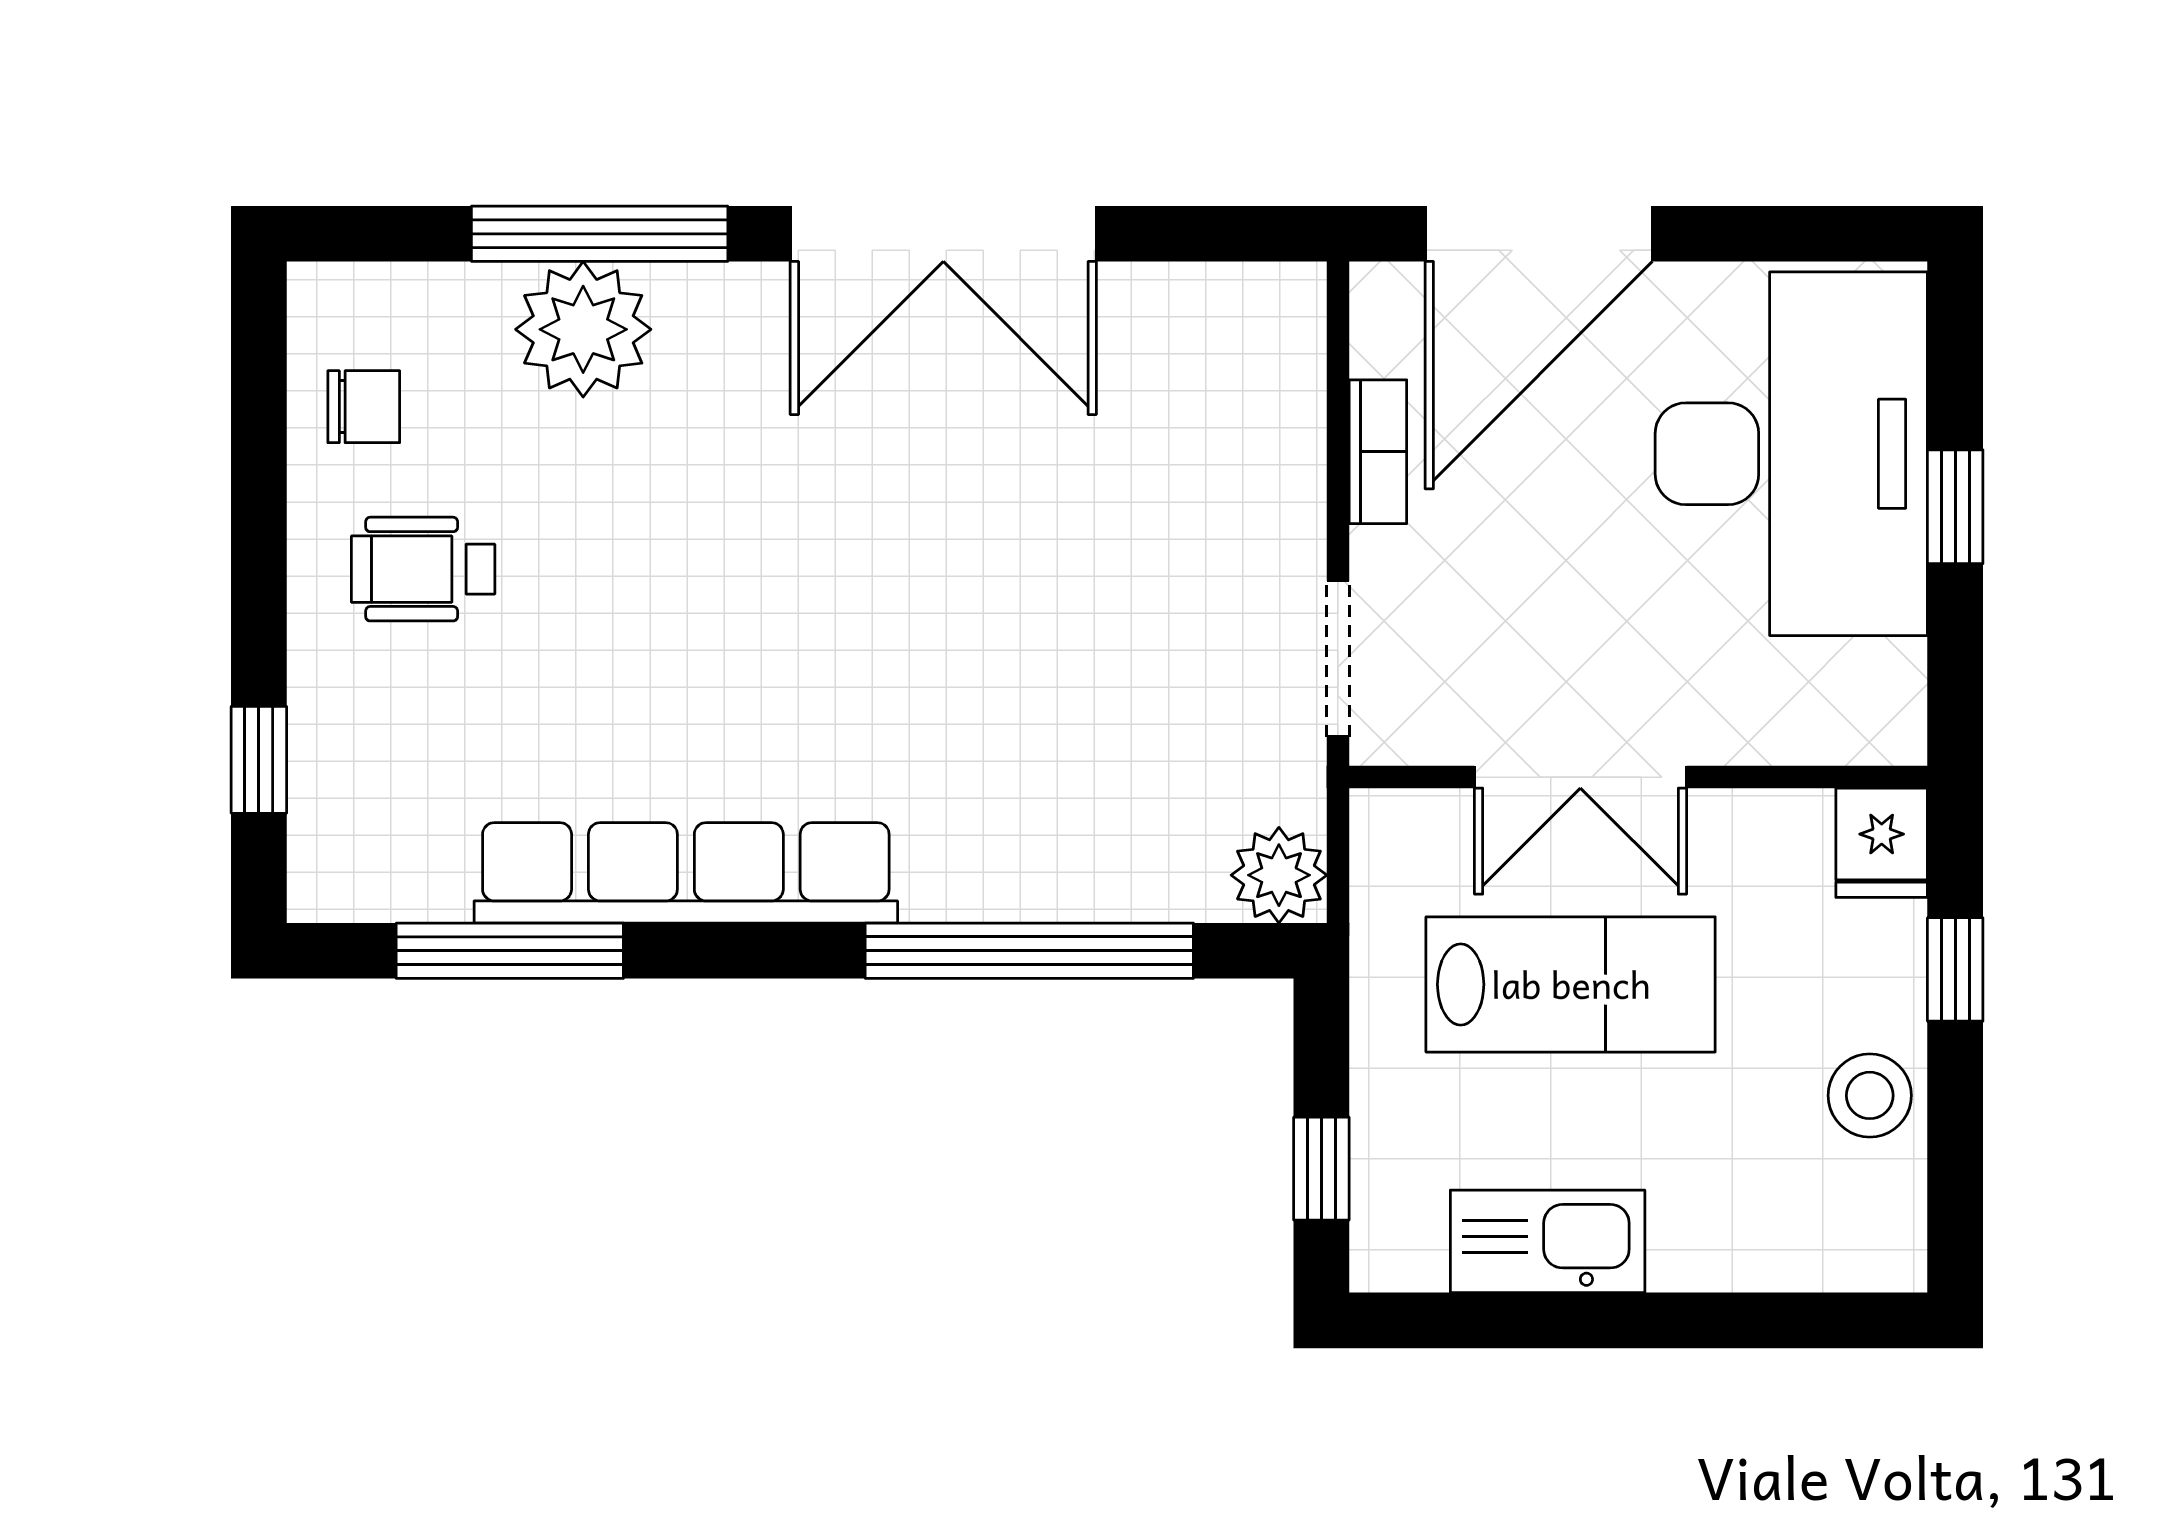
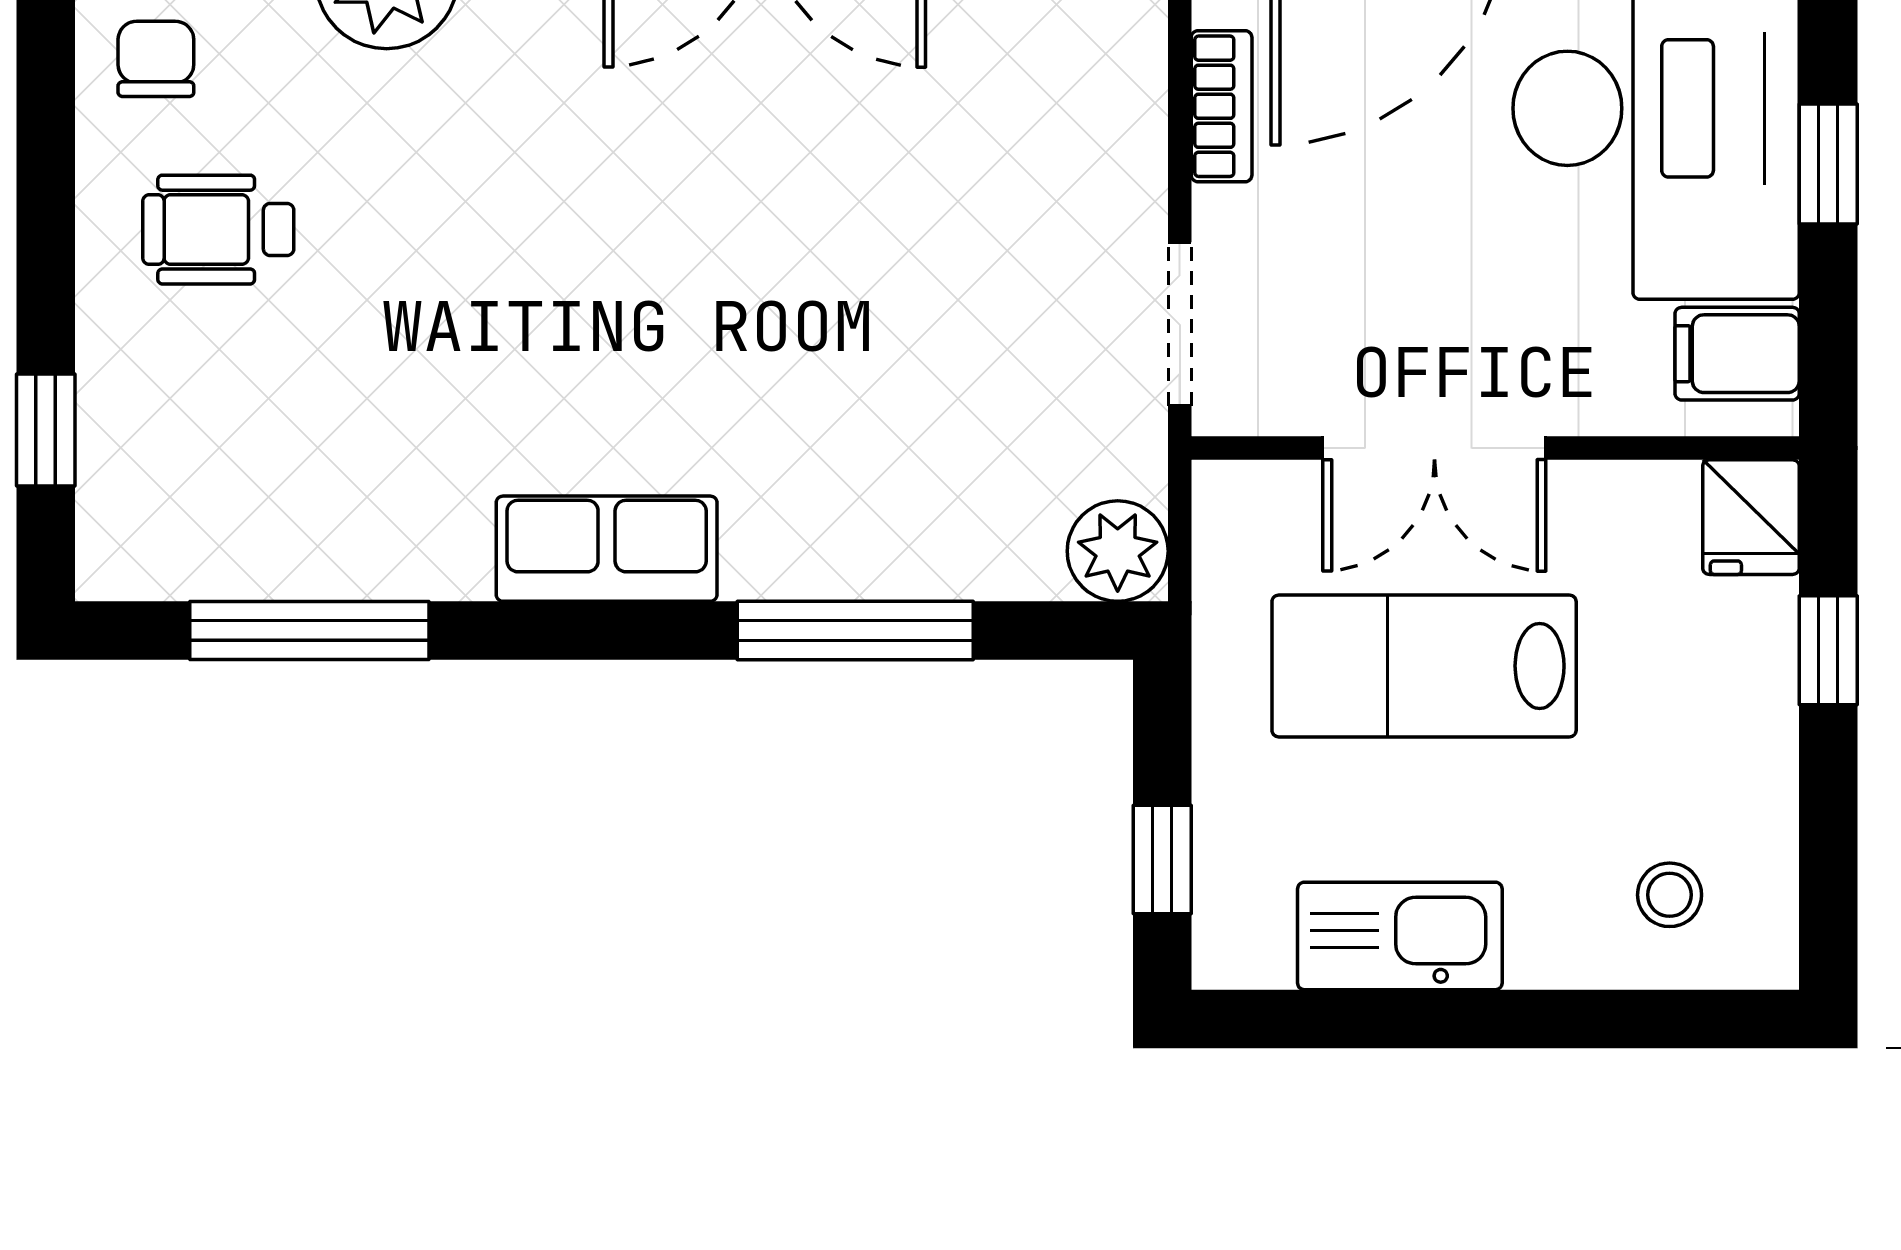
chair: (364, 407) -> (156, 59), turned -90
filing cabinet: (1868, 687) -> (1737, 354), added
row of seats: (686, 873) -> (607, 549), width x0.50
window: (1029, 951) -> (855, 631), width x0.68
lab bench: (1571, 984) -> (1424, 666), turned 180
stool: (1870, 1095) -> (1670, 895), moved, width x0.73, depth x0.73

